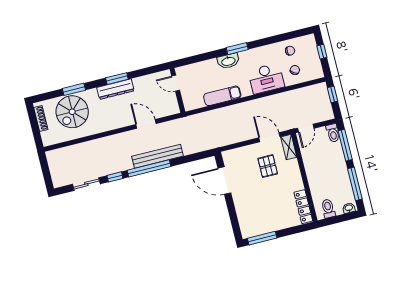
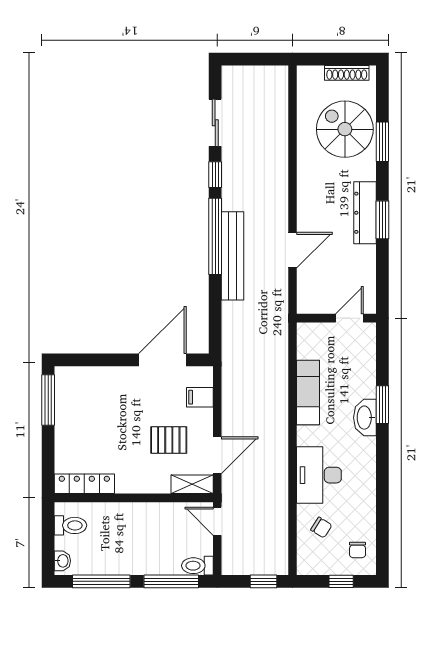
window: (237, 49) -> (382, 405), moved
chair: (290, 51) -> (358, 550), moved
filing cabinet: (240, 155) -> (200, 397), added

